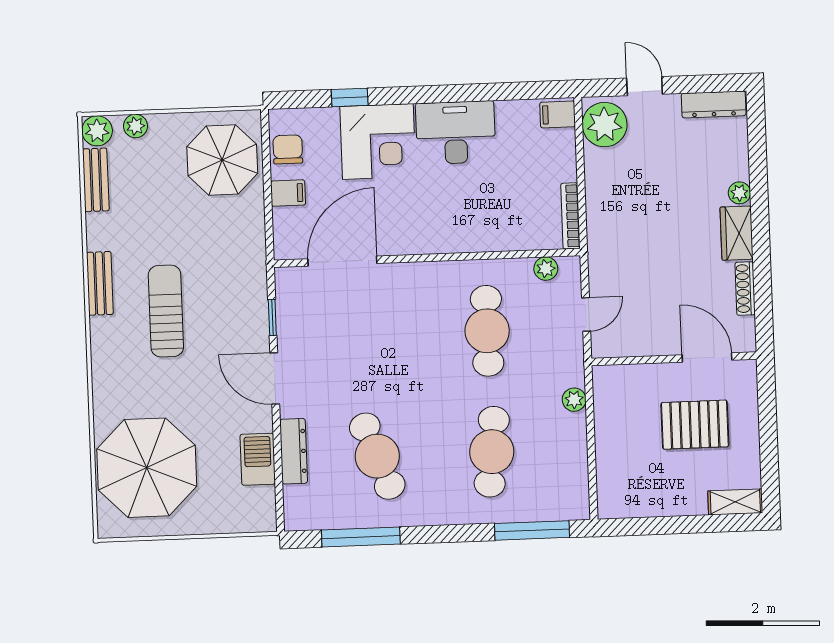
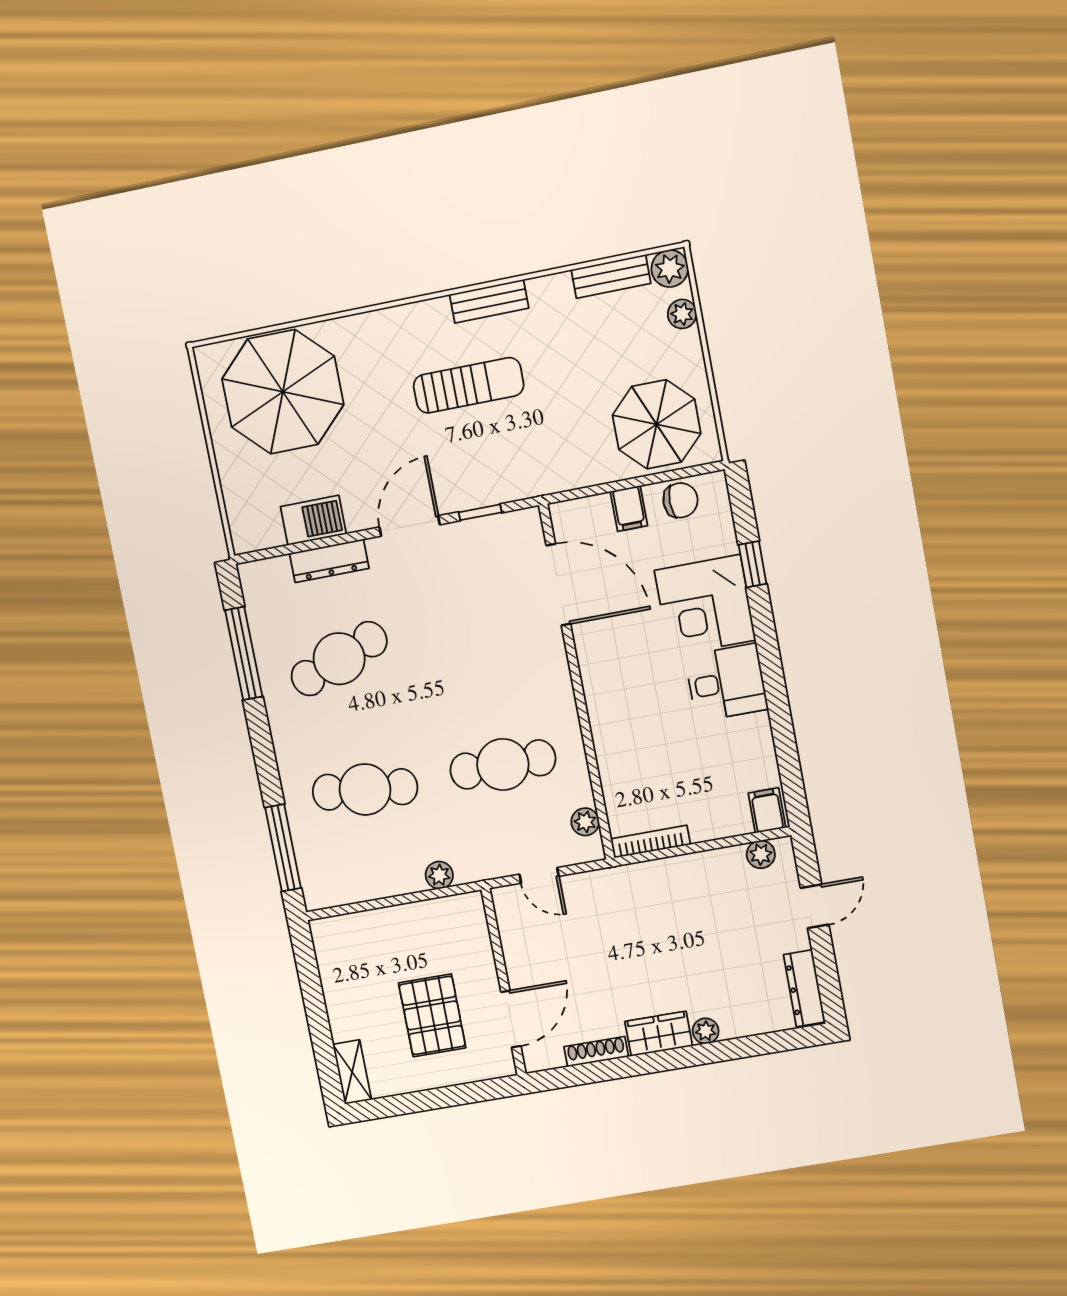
plant: (605, 125) -> (761, 854), width x0.53, depth x0.53
desk: (456, 133) -> (726, 683), width x0.73

